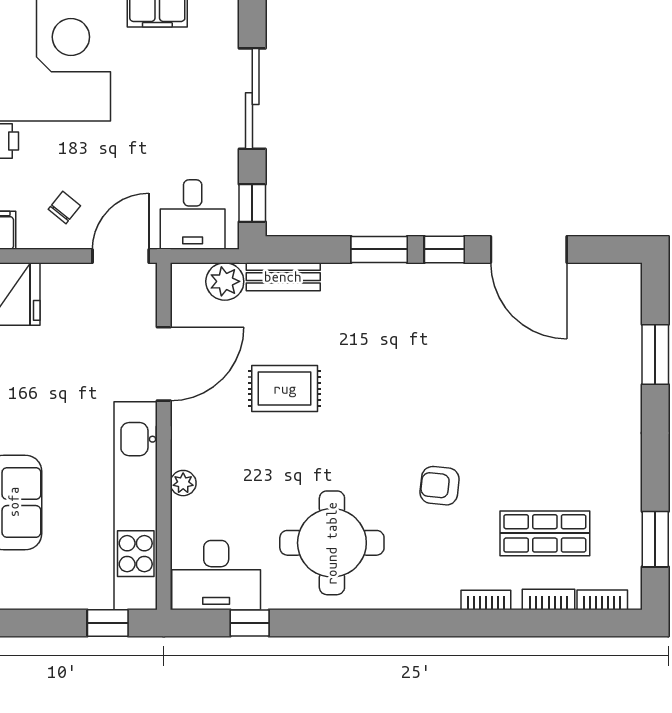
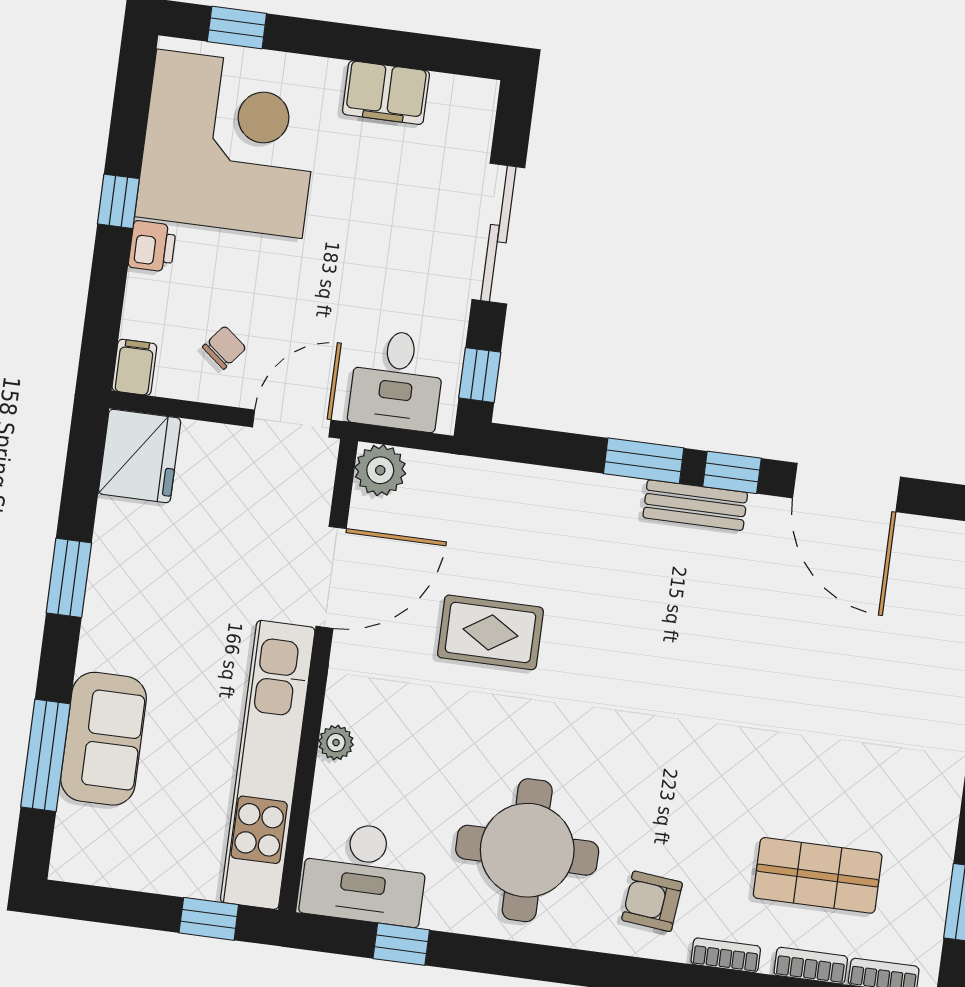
bench: (283, 277) -> (695, 505), moved
plant: (225, 281) -> (380, 470), moved
armchair: (440, 486) -> (652, 901), moved

